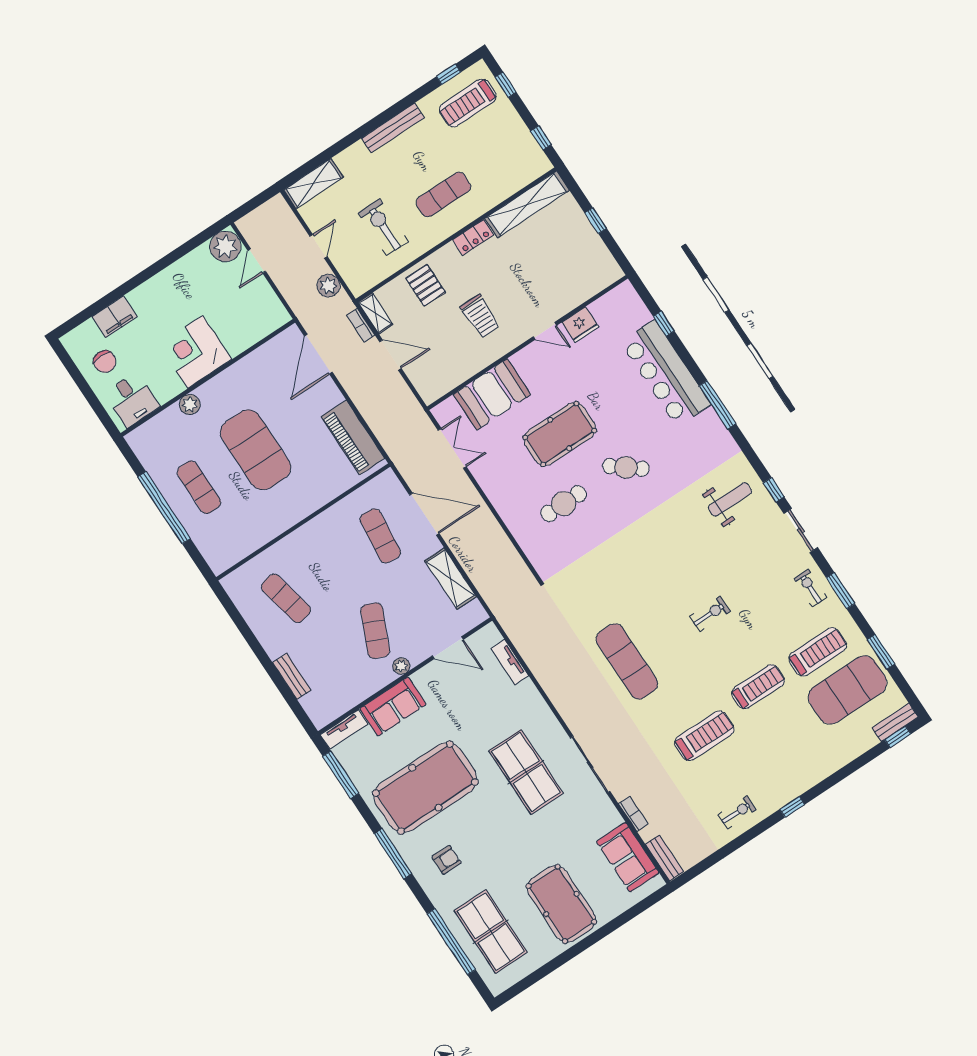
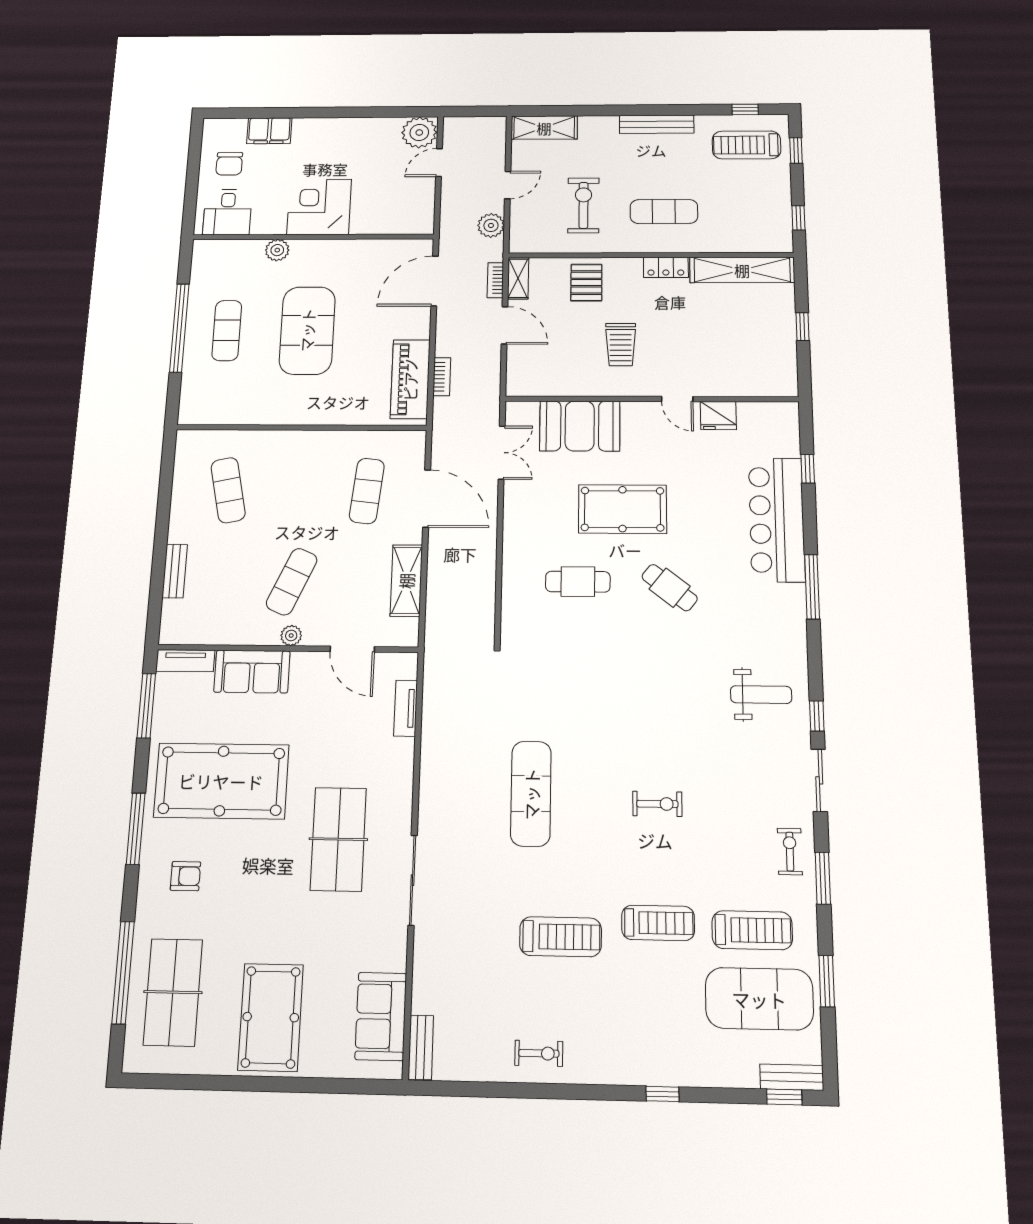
window: (792, 807) -> (663, 1094), moved
bookcase: (633, 814) -> (442, 377), moved

